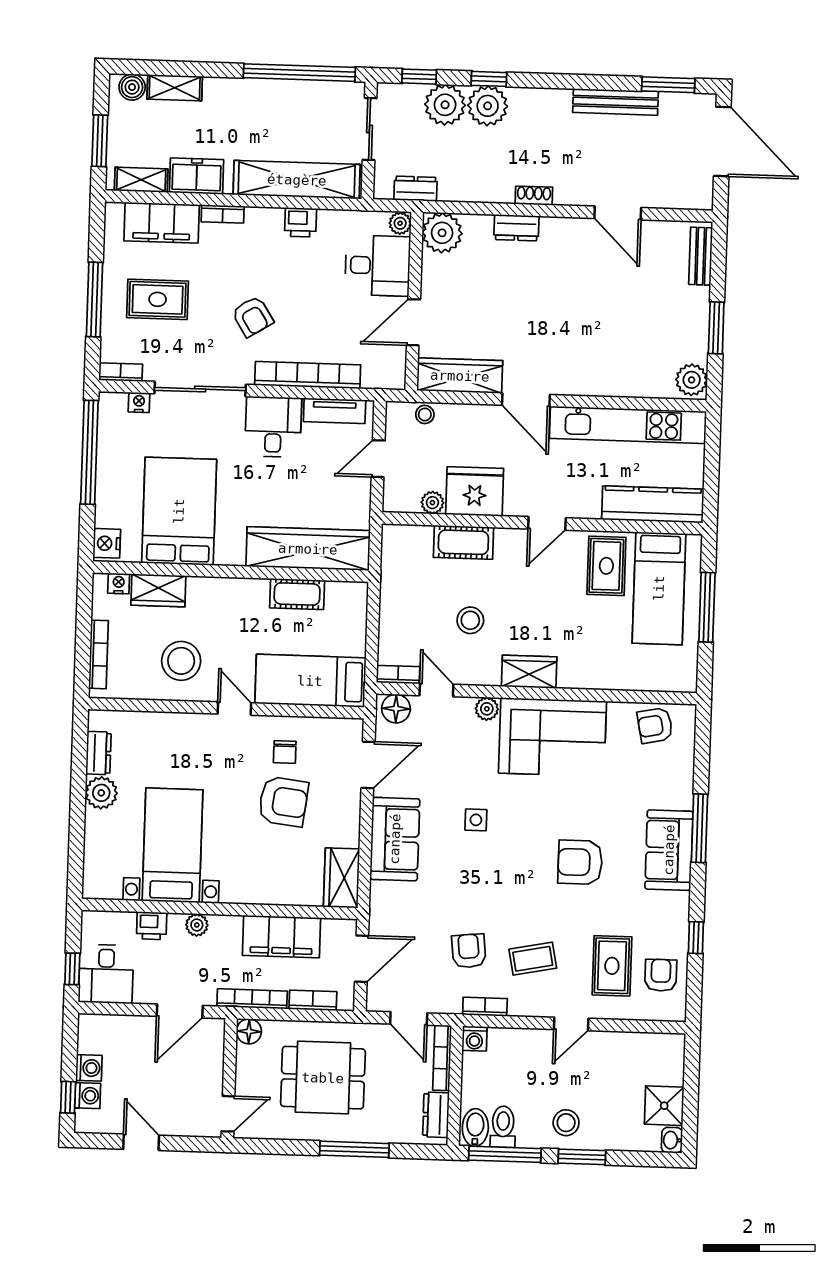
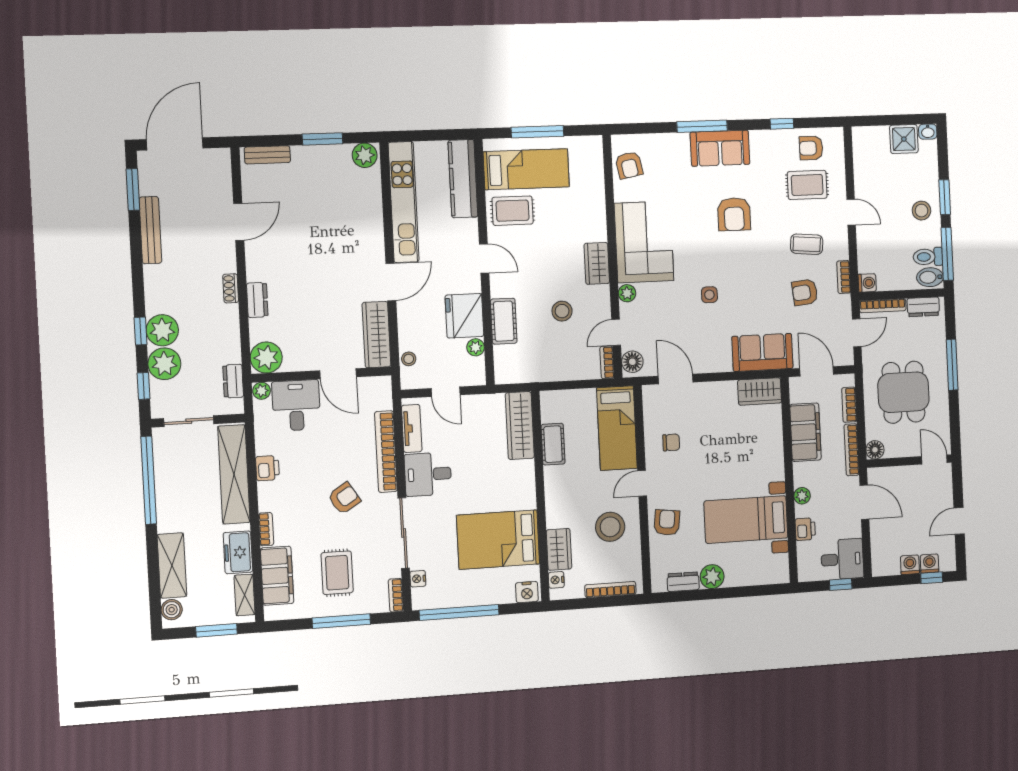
shelving: (175, 88) -> (172, 565), width x1.50, depth x1.33
wardrobe: (308, 549) -> (520, 425), width x0.71, depth x0.85
armchair: (283, 802) -> (667, 523), moved, width x0.72, depth x0.72
sofa: (395, 839) -> (762, 352), moved
coffee table: (533, 959) -> (807, 244), turned -74

